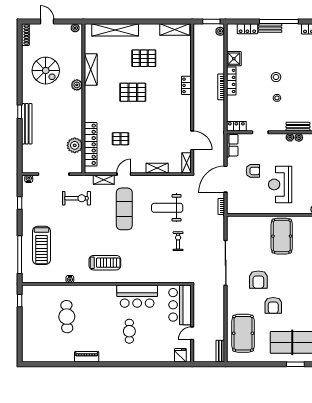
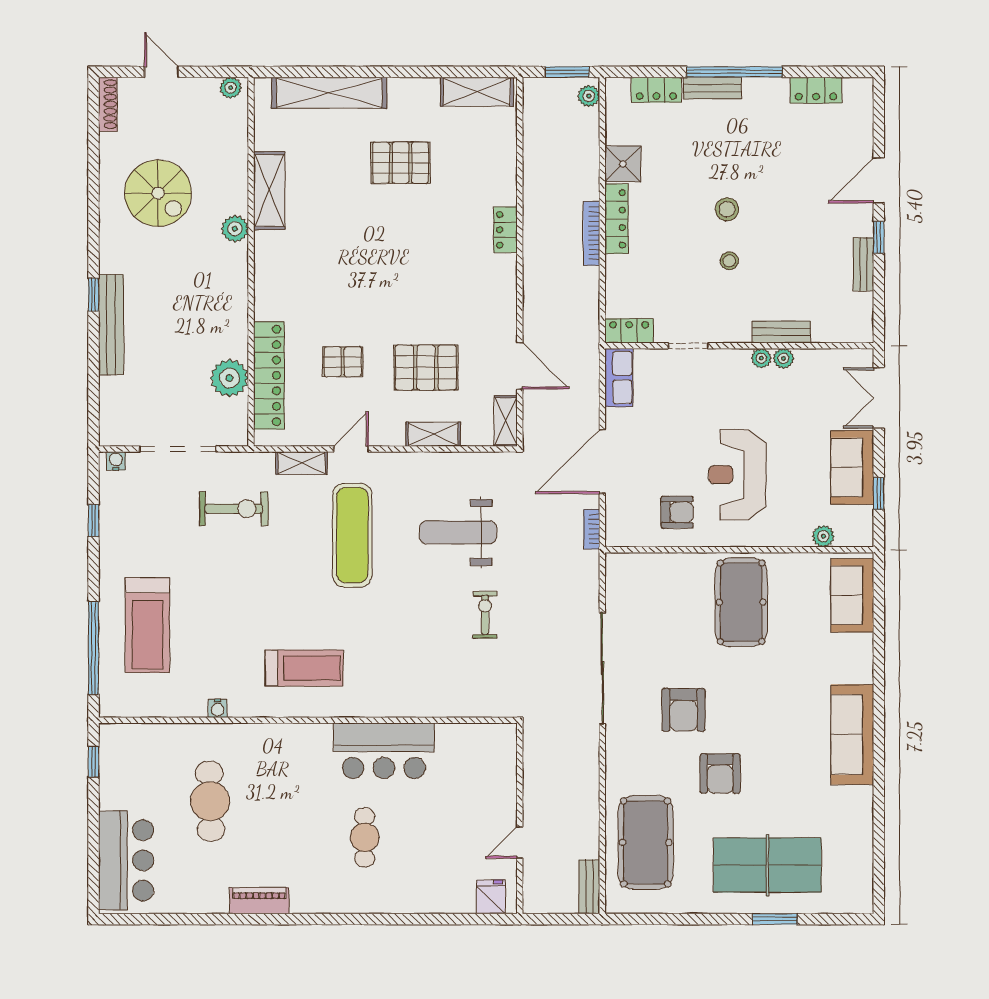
pallet: (133, 92) -> (426, 368), moved
armchair: (253, 171) -> (677, 512), moved
bar counter: (180, 305) -> (126, 860), moved, turned 180

